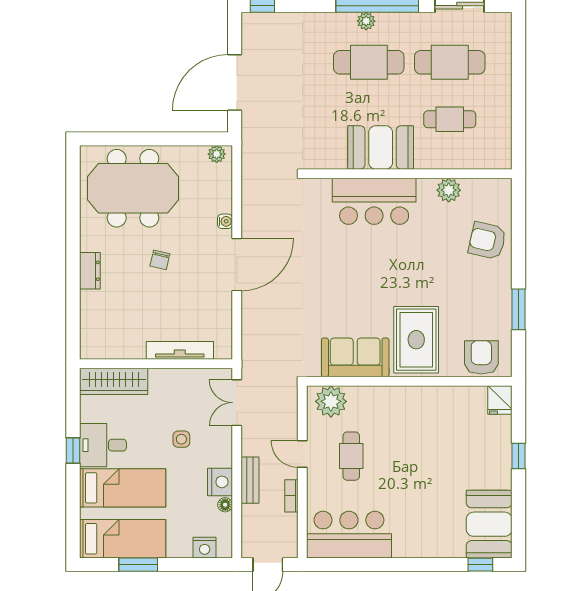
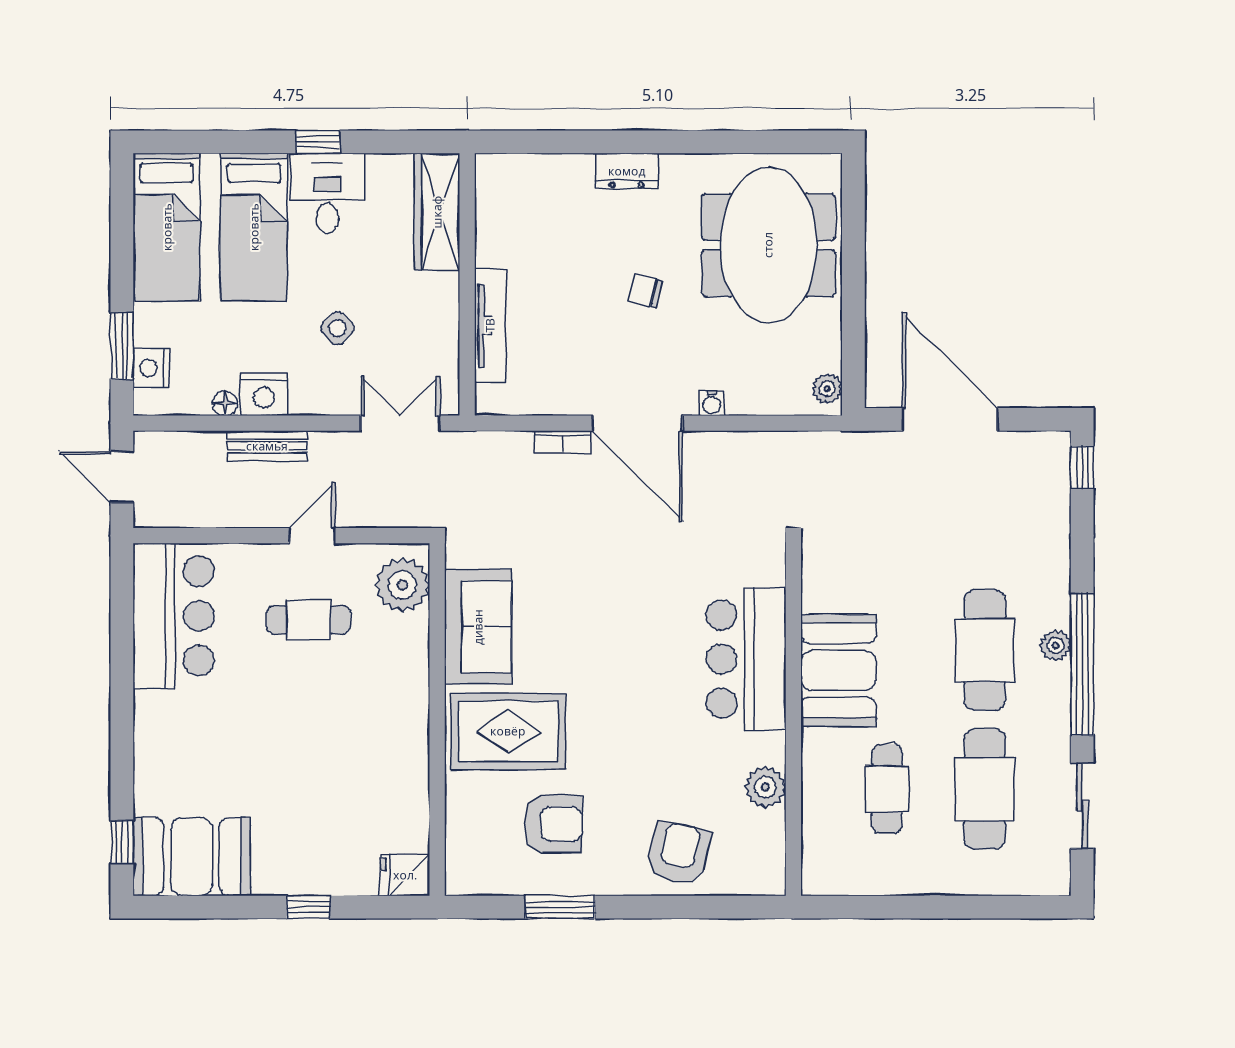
armchair: (481, 357) -> (553, 824), moved
side table: (181, 439) -> (338, 328), turned 45
bookcase: (291, 496) -> (563, 442), moved, turned 180
window: (138, 565) -> (122, 346), moved

